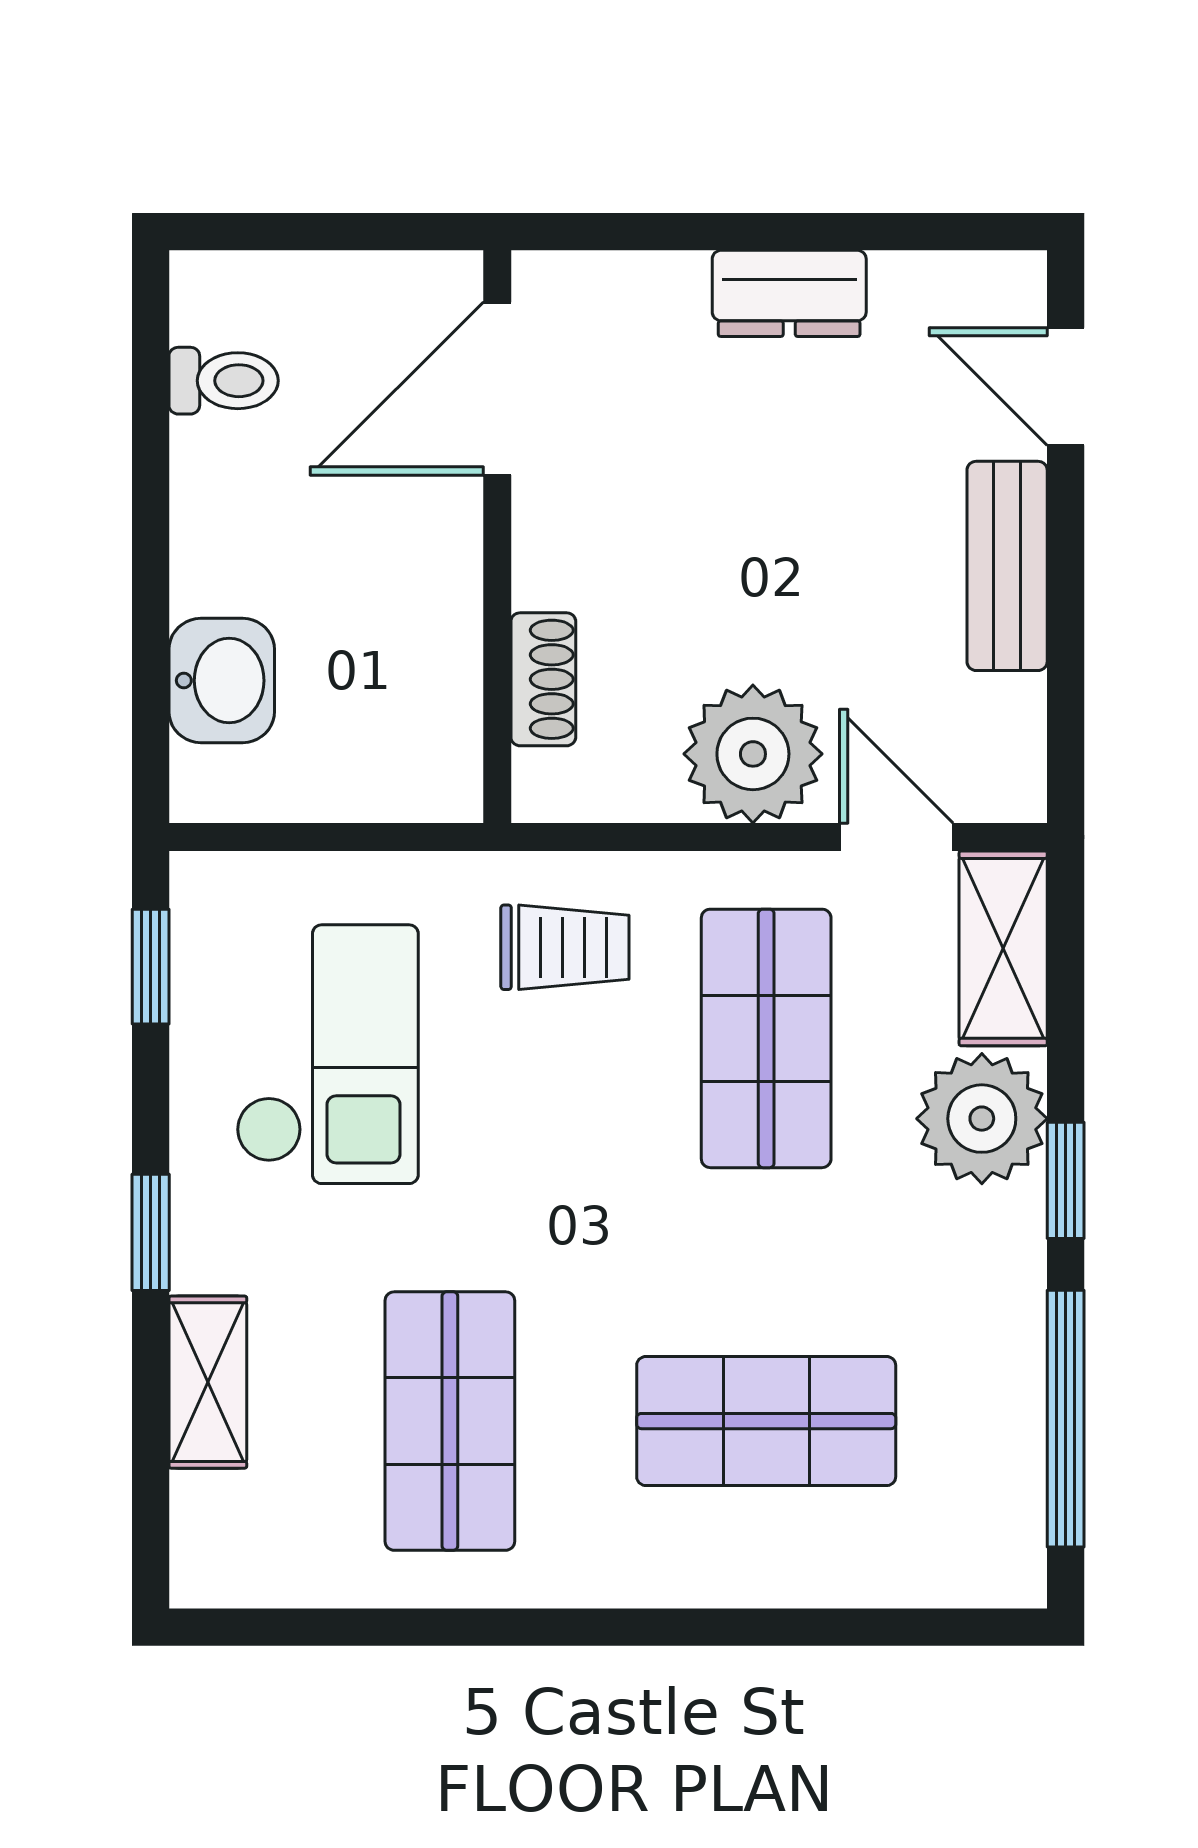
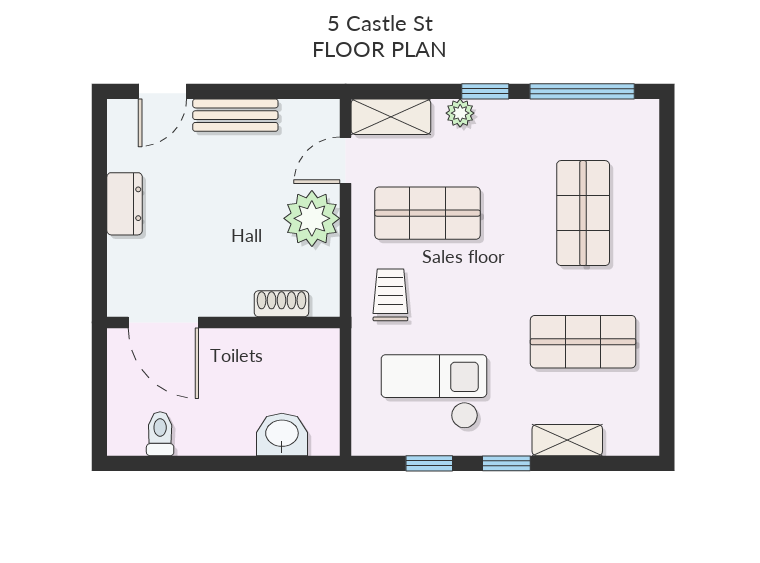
window: (151, 967) -> (429, 463), moved
plant: (982, 1119) -> (460, 113), width x0.53, depth x0.53

